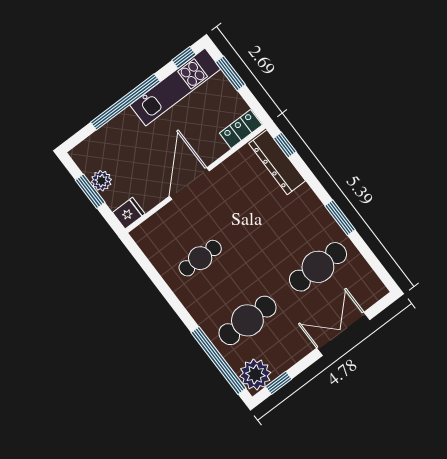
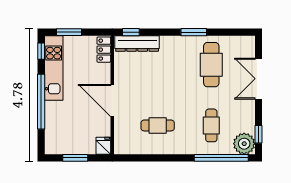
plant: (101, 181) -> (74, 147), removed
cafe table: (200, 258) -> (158, 125), turned 90
cafe table: (247, 320) -> (211, 125), width x0.73, depth x0.74

